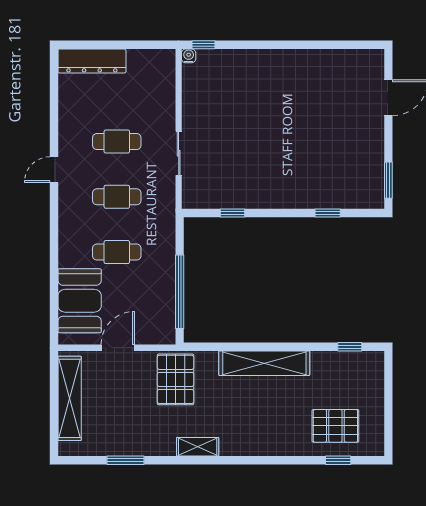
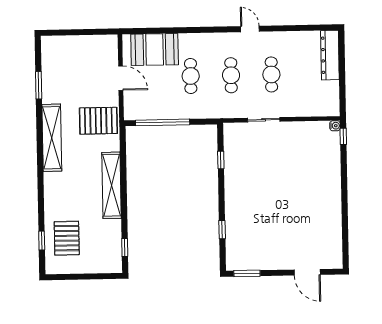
shelving: (70, 398) -> (83, 44), removed
shelving: (198, 447) -> (52, 138), width x2.20, depth x1.33

